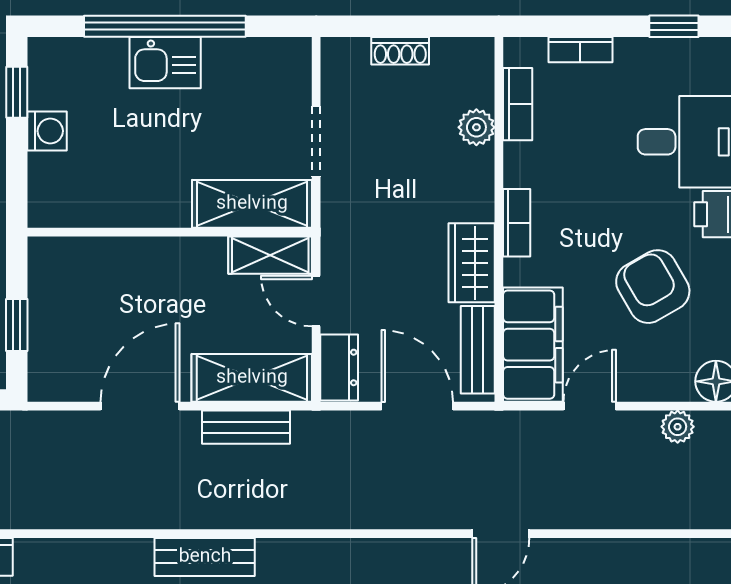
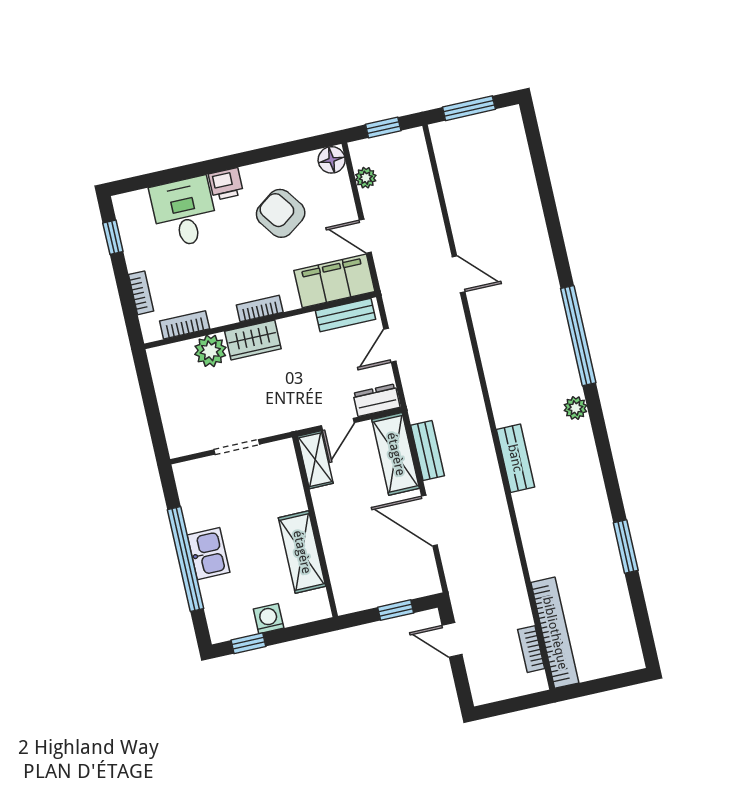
shoe rack: (400, 51) -> (168, 407), removed
plant: (476, 127) -> (210, 351), width x1.38, depth x1.38
shelving: (252, 204) -> (302, 552), moved
wardrobe: (472, 263) -> (253, 340), moved
armchair: (653, 287) -> (281, 213), turned 84
door: (417, 406) -> (390, 345), width x0.73

